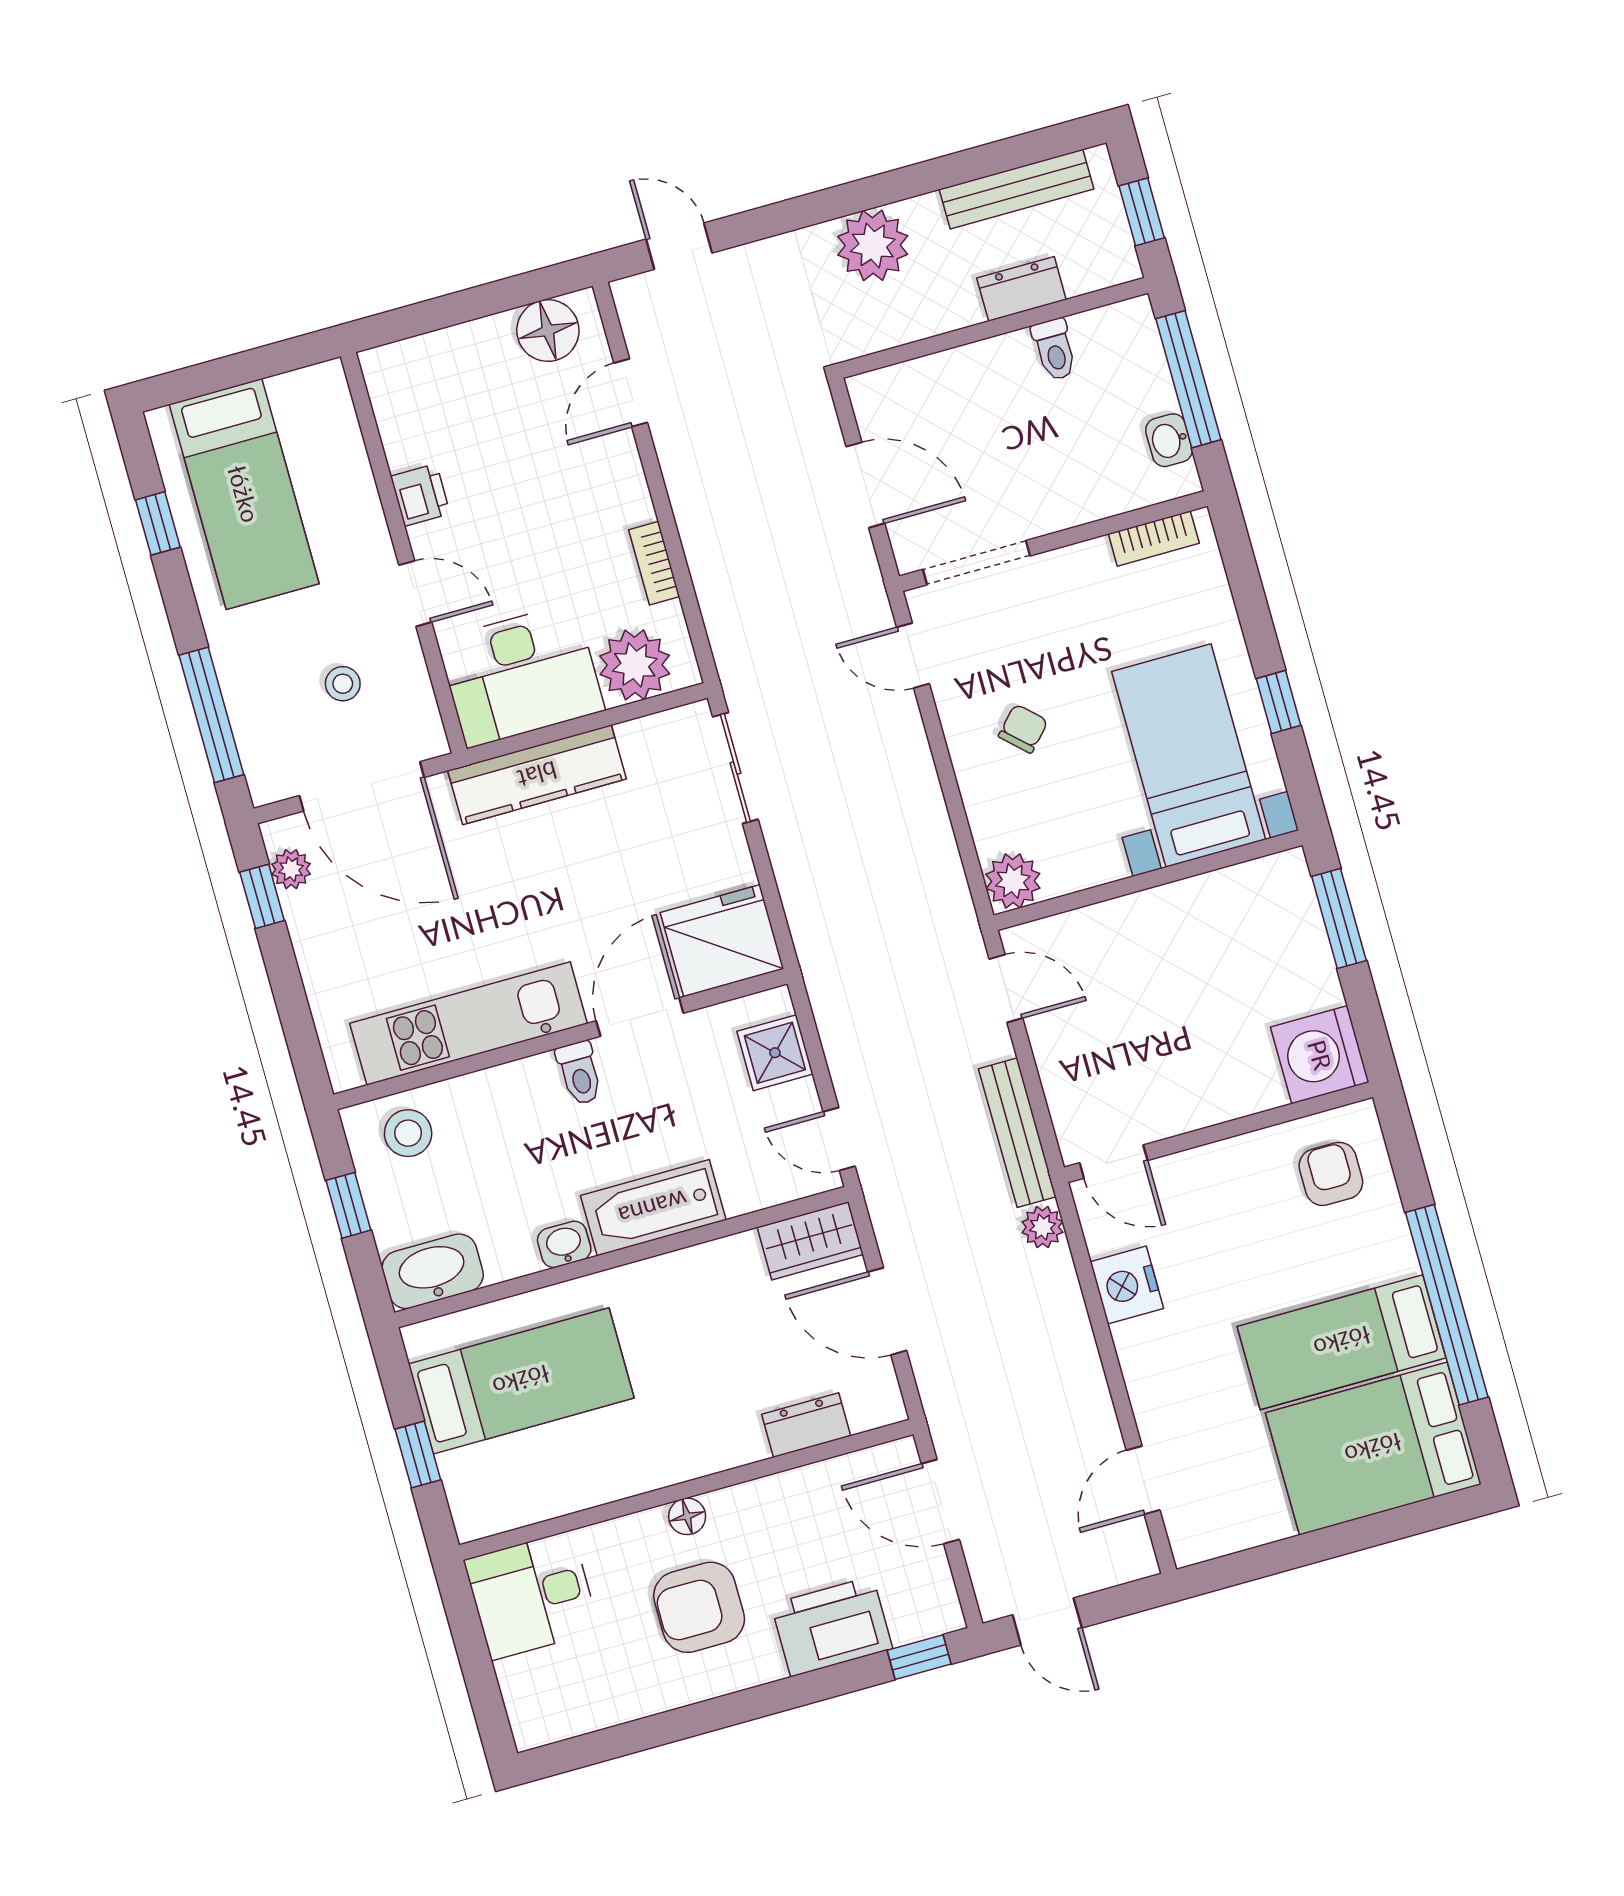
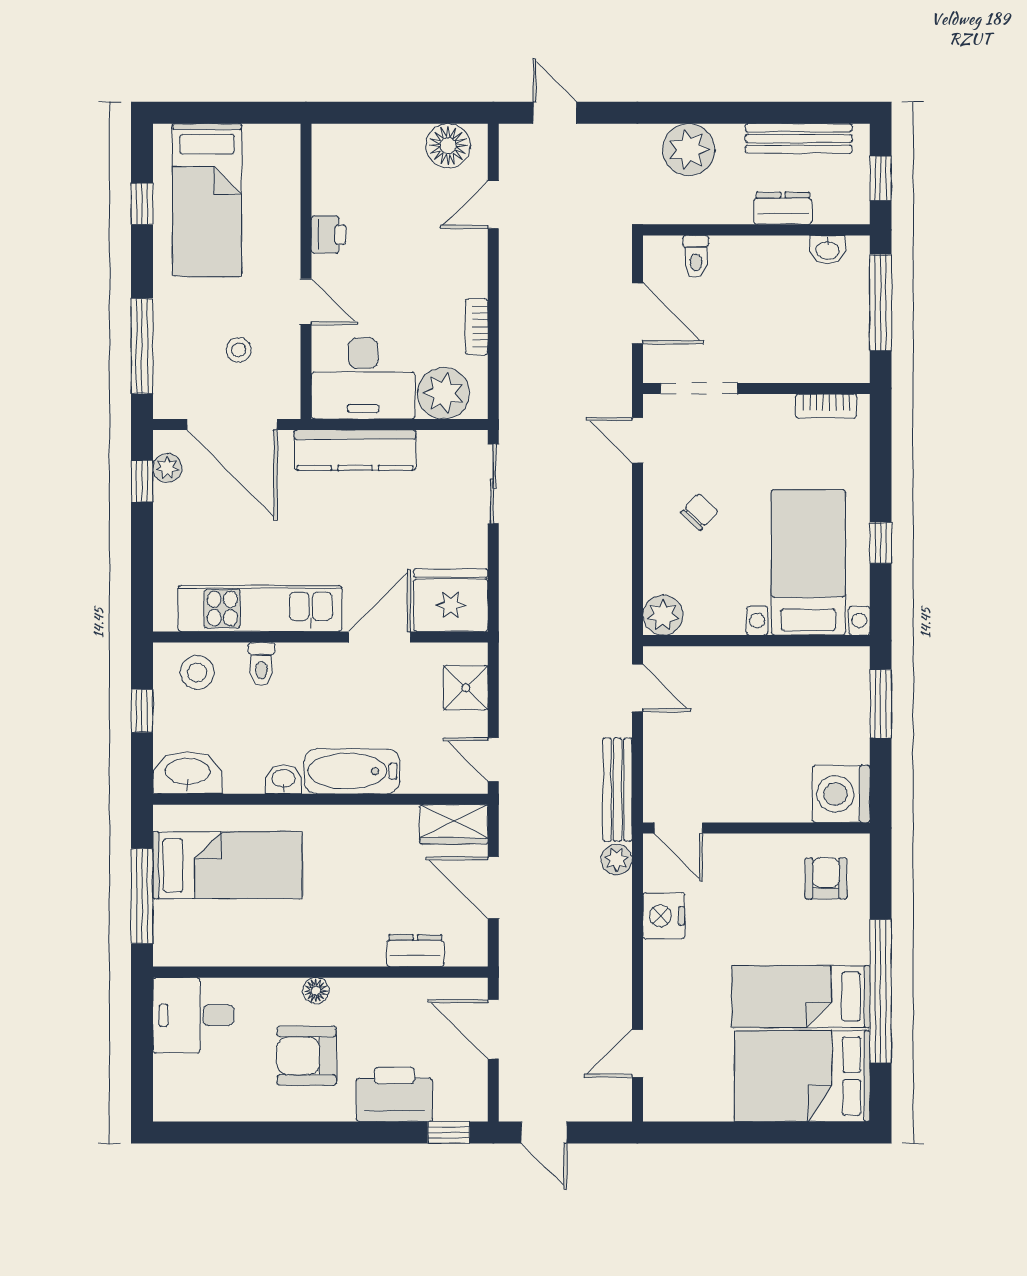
toilet: (1054, 349) -> (696, 256), moved
washbasin: (1169, 440) -> (828, 250), moved, turned -90
toilet: (579, 1073) -> (261, 664), moved
window: (418, 1455) -> (142, 896), width x2.17

